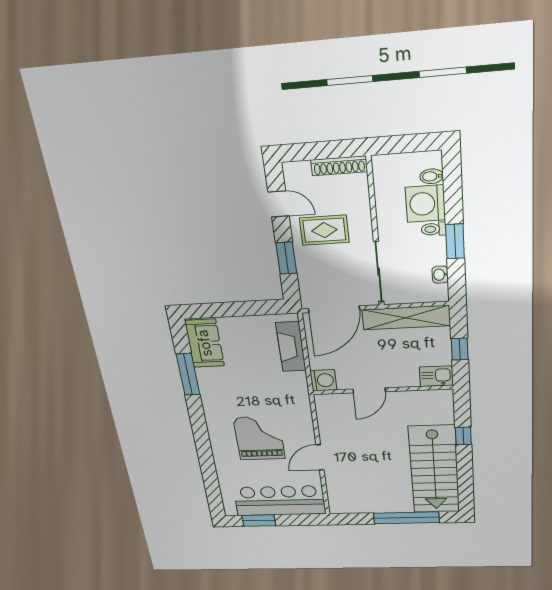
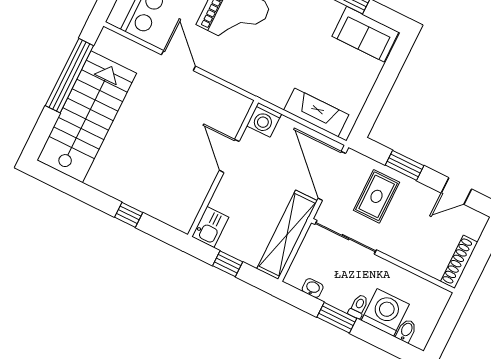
rug: (324, 230) -> (377, 196), moved
stairs: (434, 470) -> (87, 117), moved, turned 90
window: (406, 518) -> (69, 76), moved

